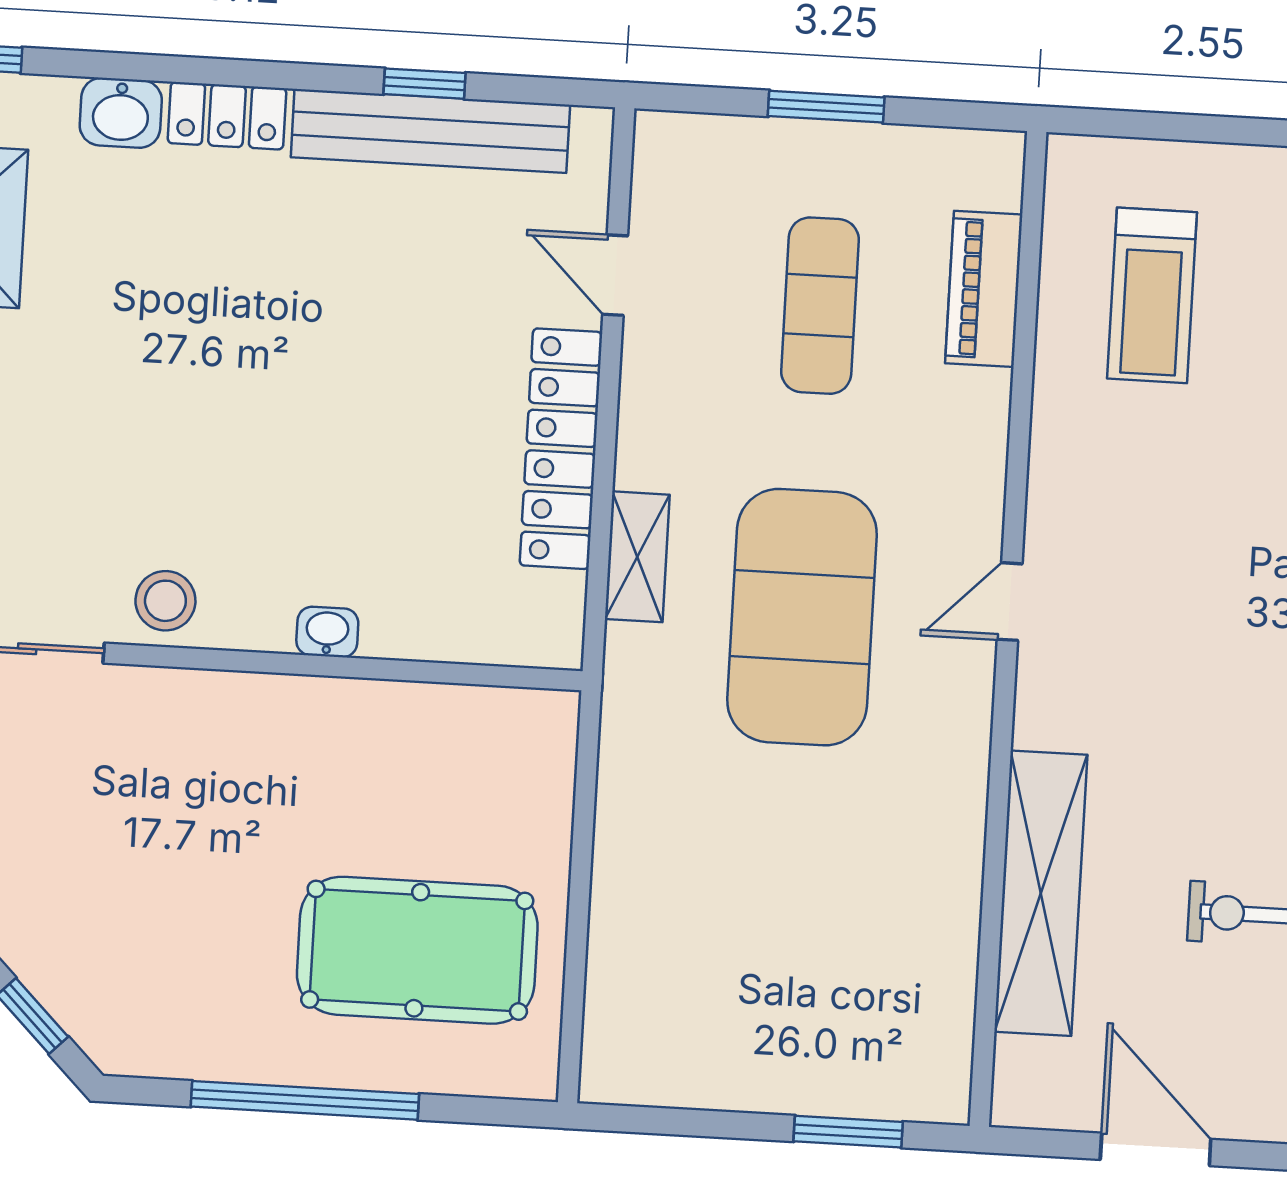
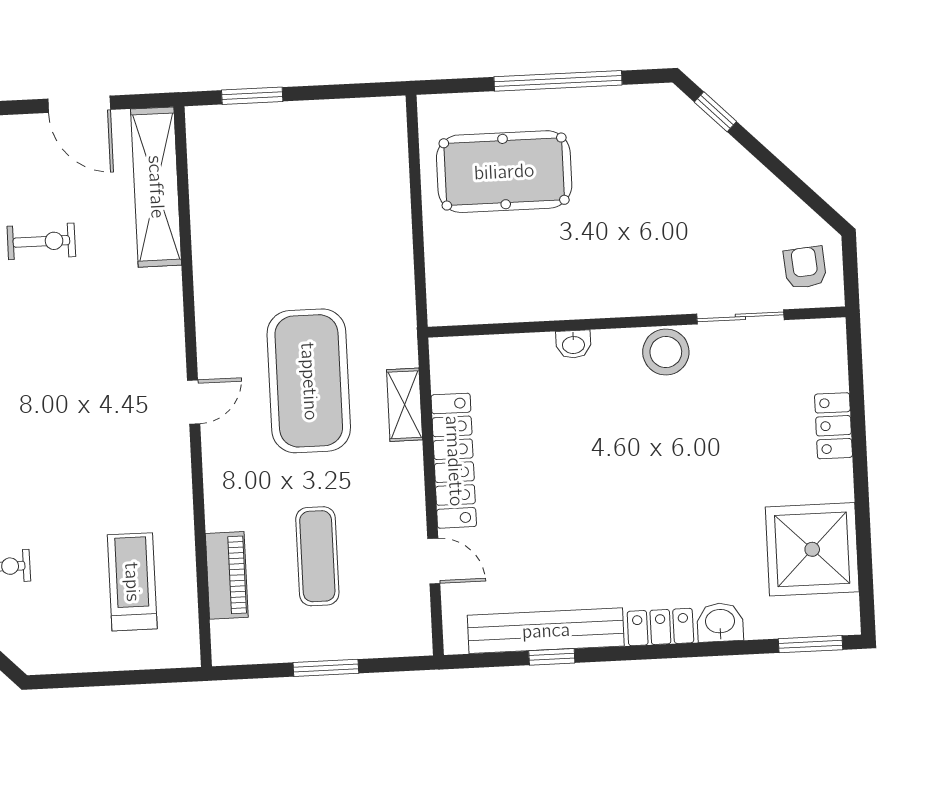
stool: (165, 601) -> (666, 352), width x1.38, depth x1.38
shelving: (1041, 893) -> (156, 187), moved

